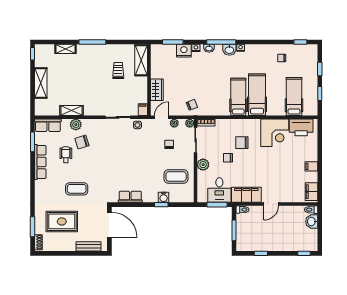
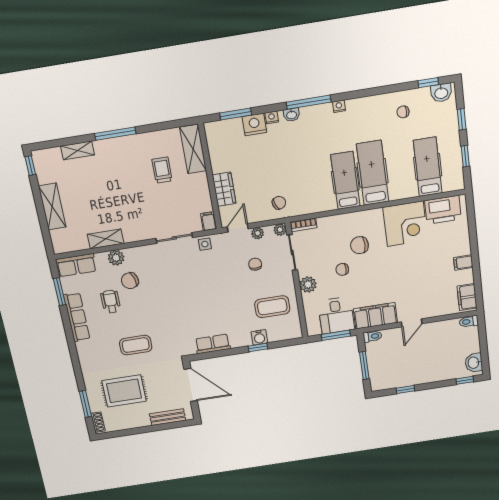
washbasin: (229, 50) -> (441, 93), moved
washbasin: (312, 221) -> (474, 363), moved

